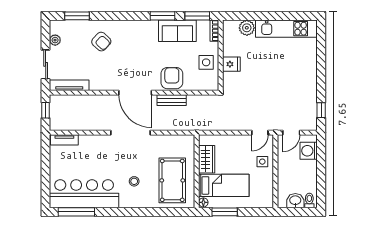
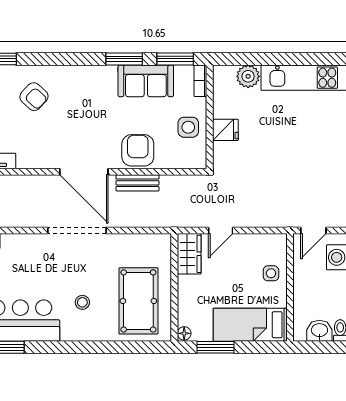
door: (260, 133) -> (221, 231), moved
wardrobe: (207, 159) -> (189, 254), moved
bed: (224, 185) -> (250, 325), moved, turned 180

